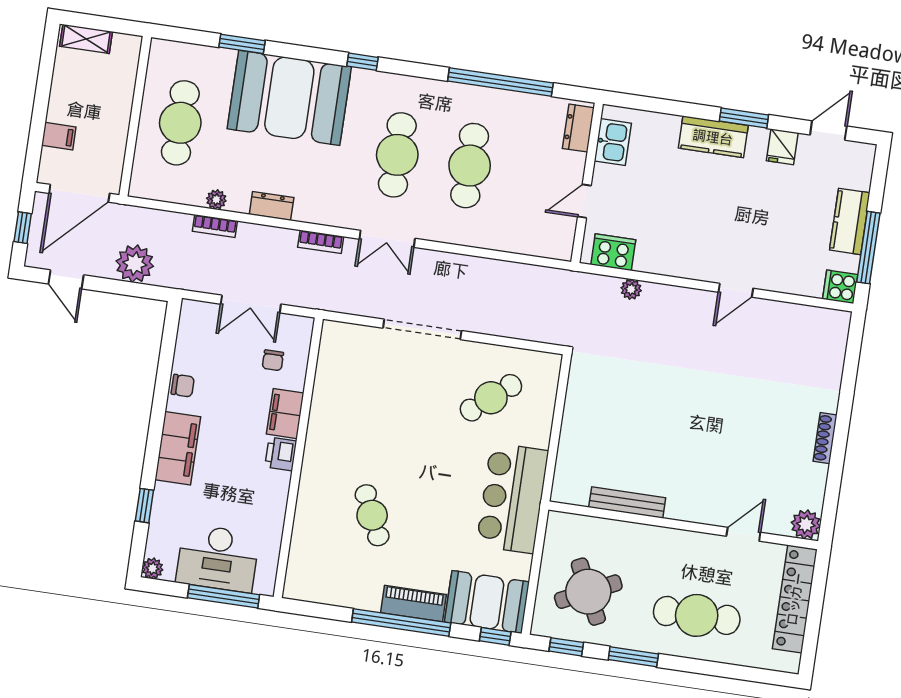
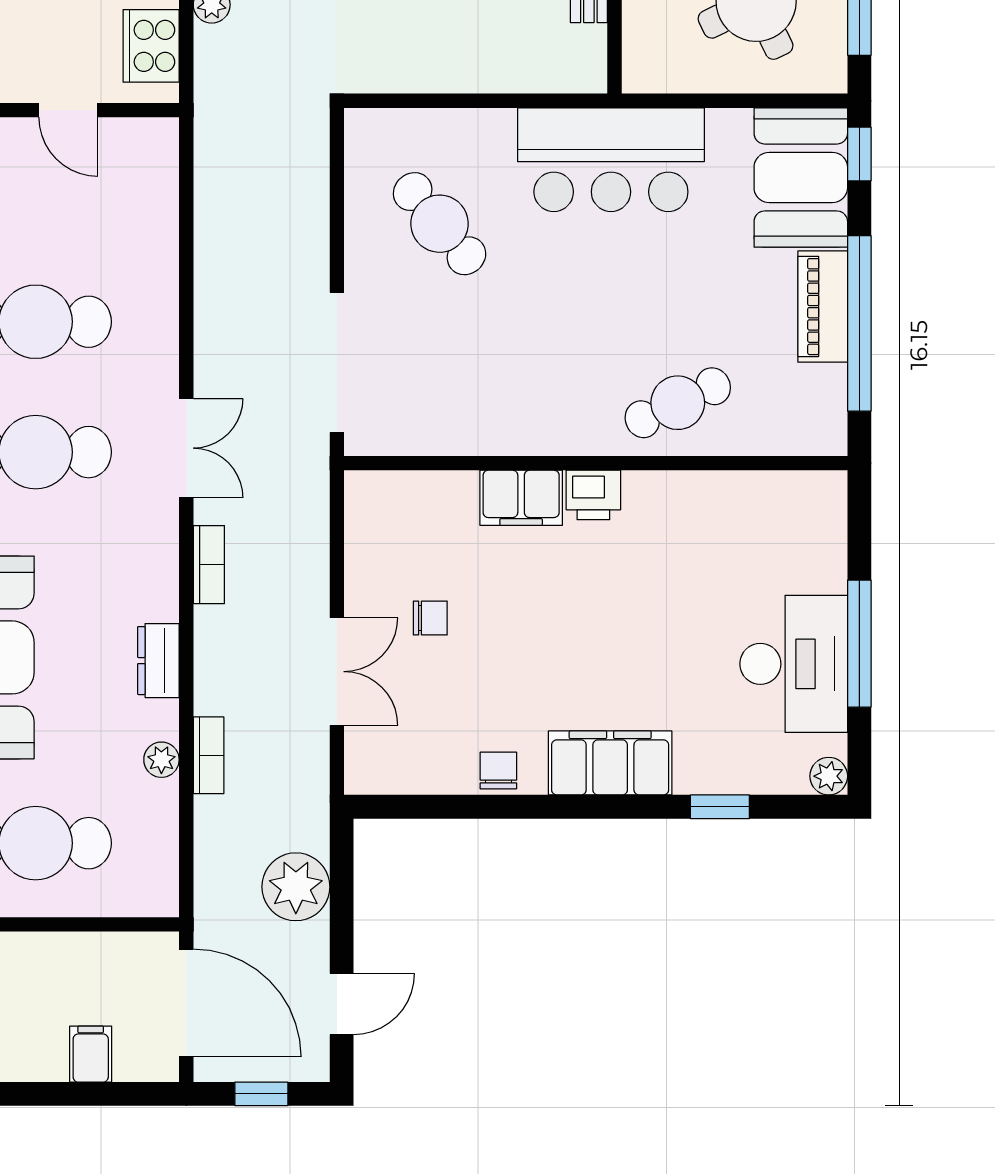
filing cabinet: (285, 414) -> (521, 498), moved
printer: (281, 454) -> (593, 495), moved
wall: (298, 458) -> (596, 463), moved

